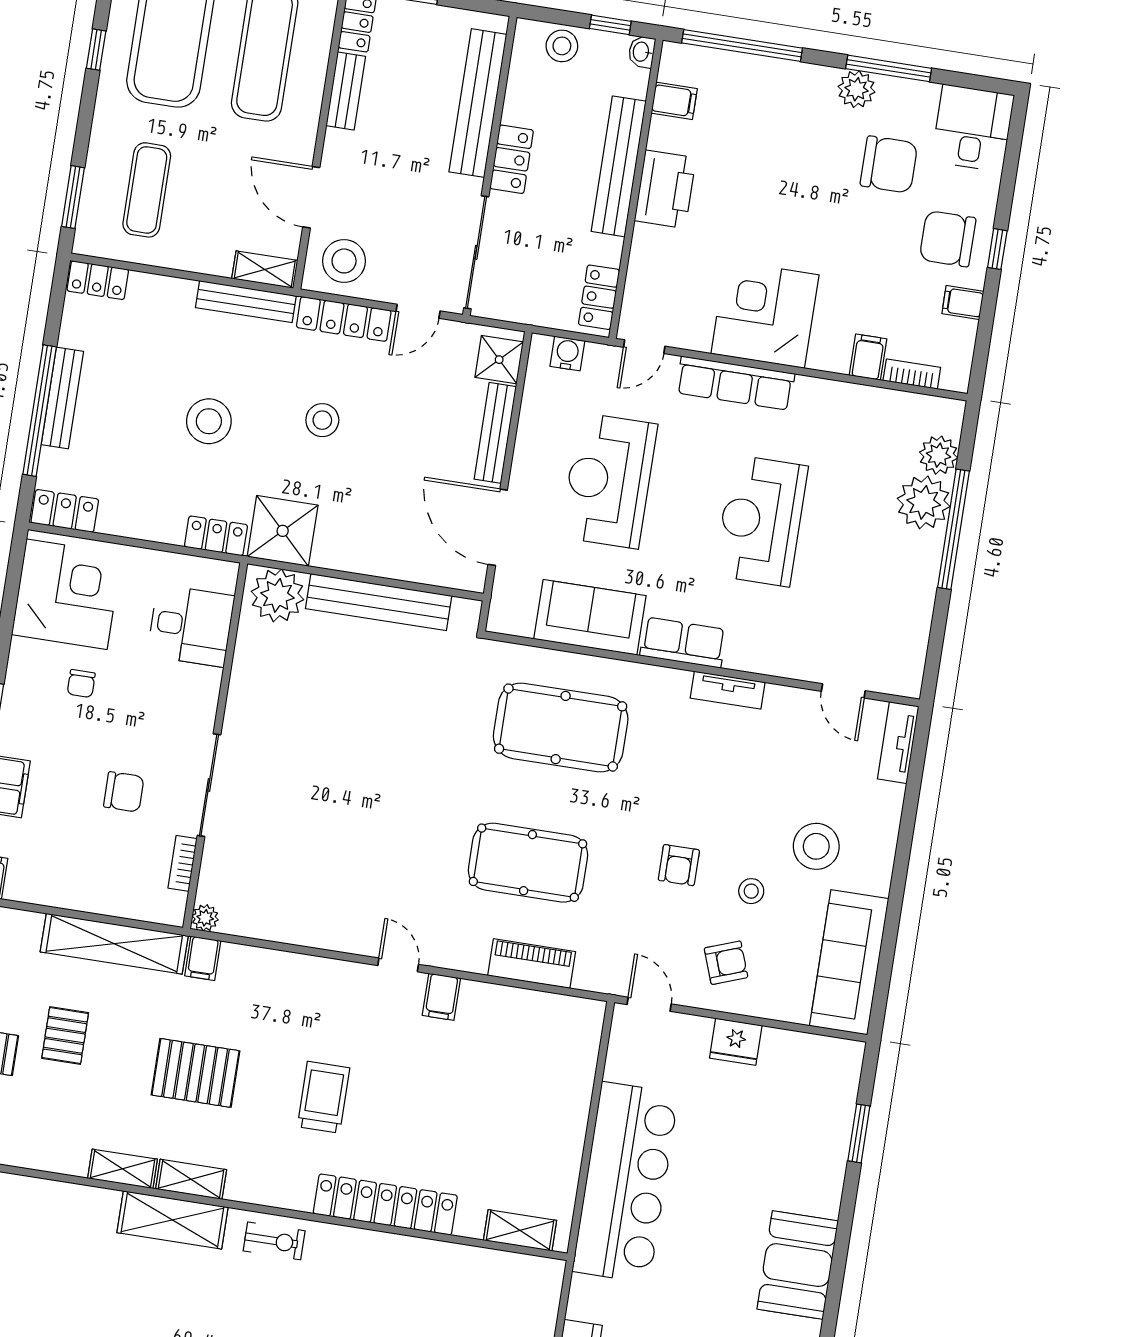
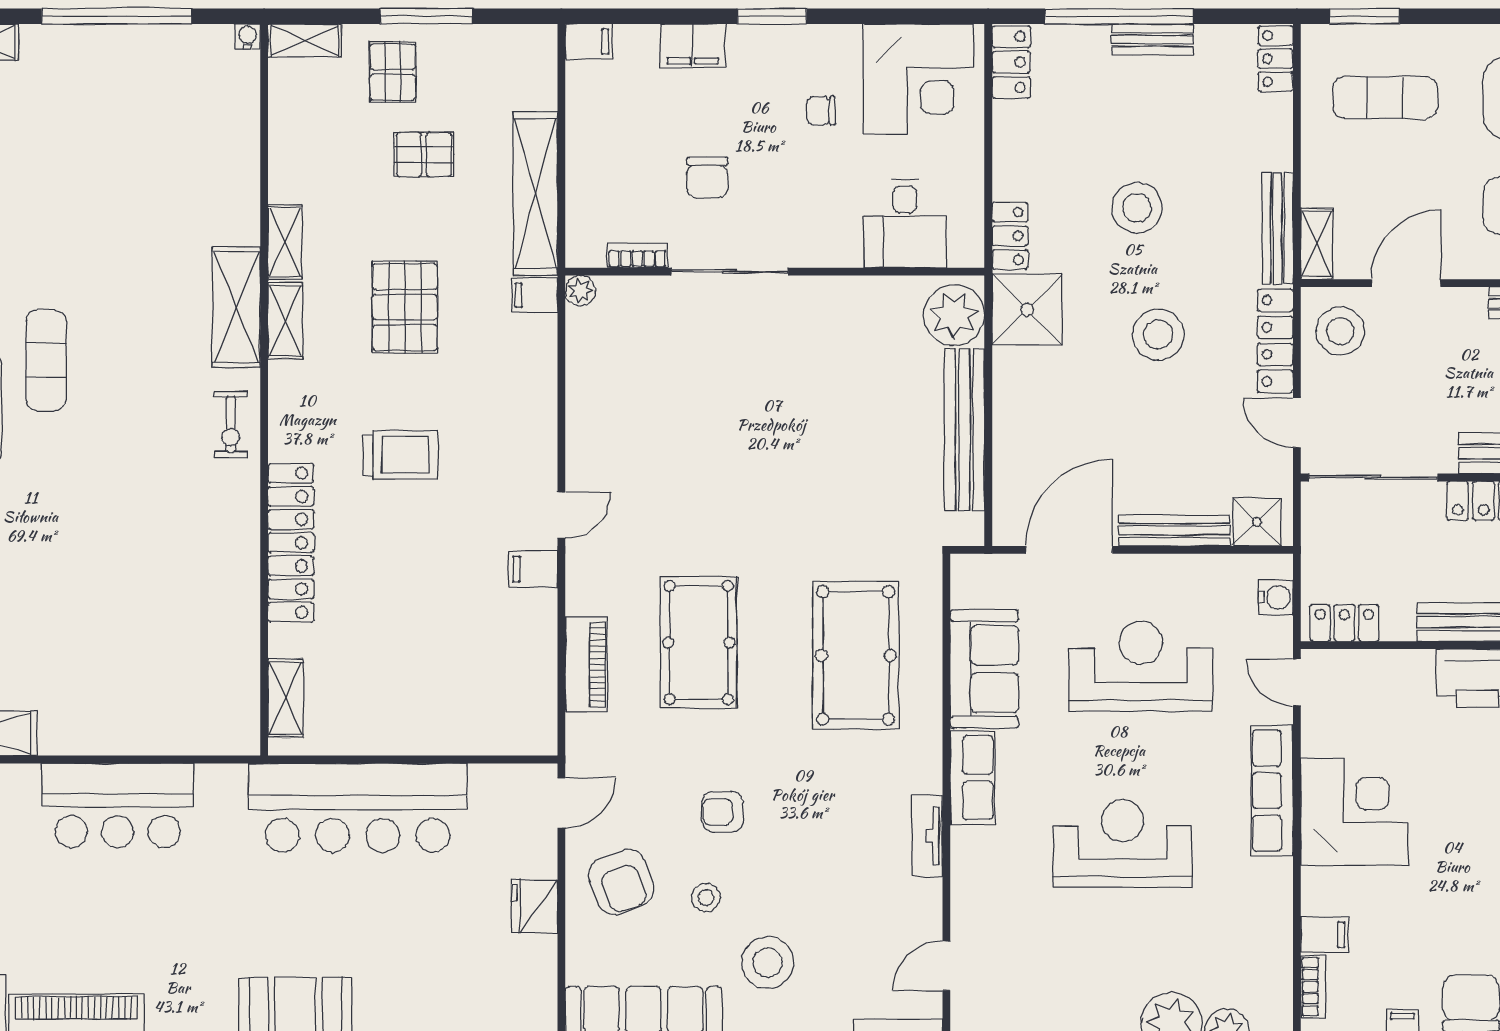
bench: (62, 398) -> (1152, 40), width x0.73
stool: (322, 420) -> (1158, 335), width x1.38, depth x1.38
armchair: (726, 963) -> (621, 882), width x1.38, depth x1.38

